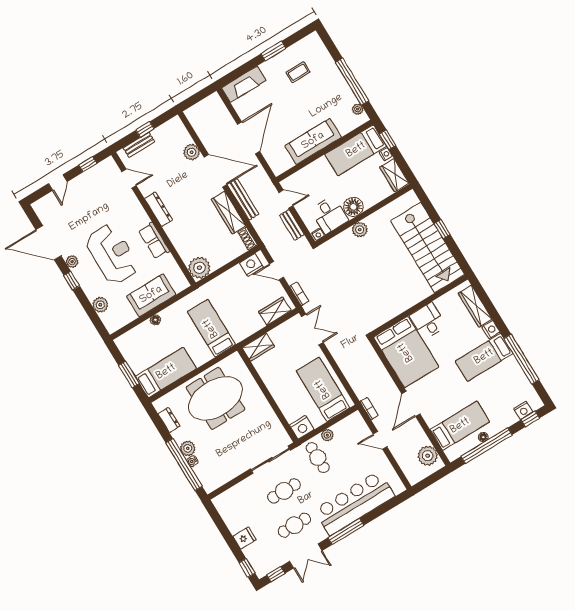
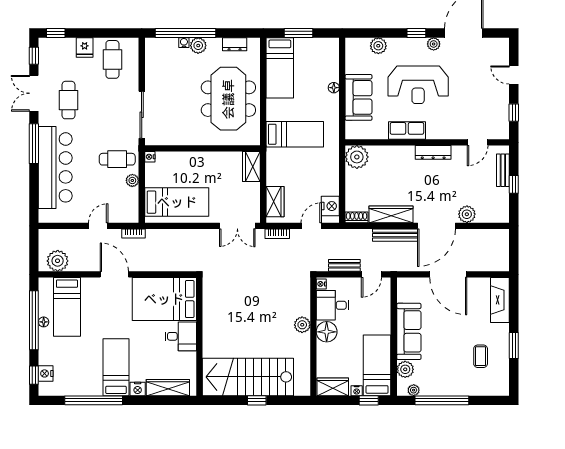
plant: (345, 126) -> (405, 369), added
nightstand: (302, 427) -> (150, 157), width x0.53, depth x0.56
cafe table: (284, 491) -> (112, 59), moved

